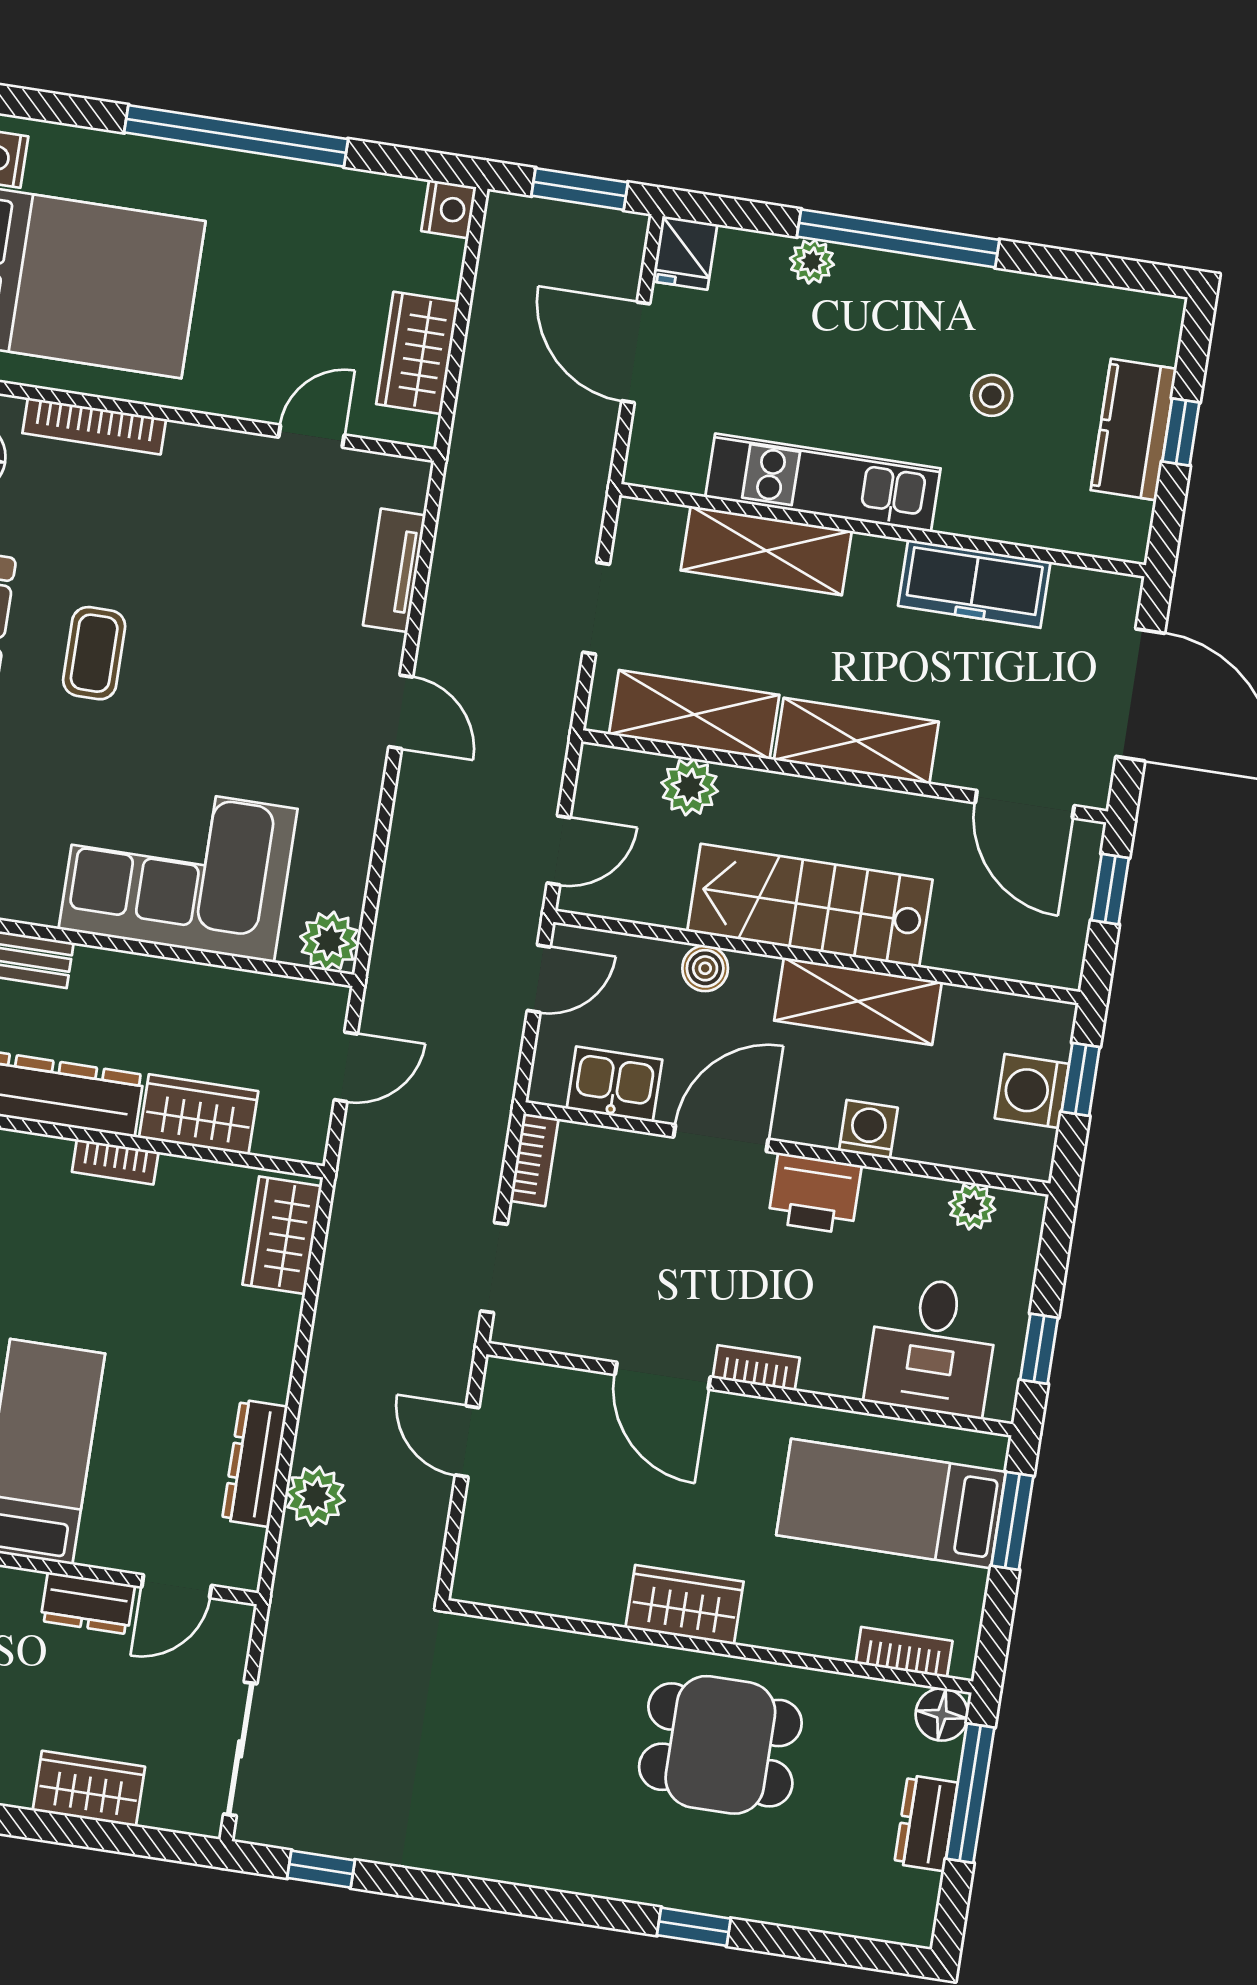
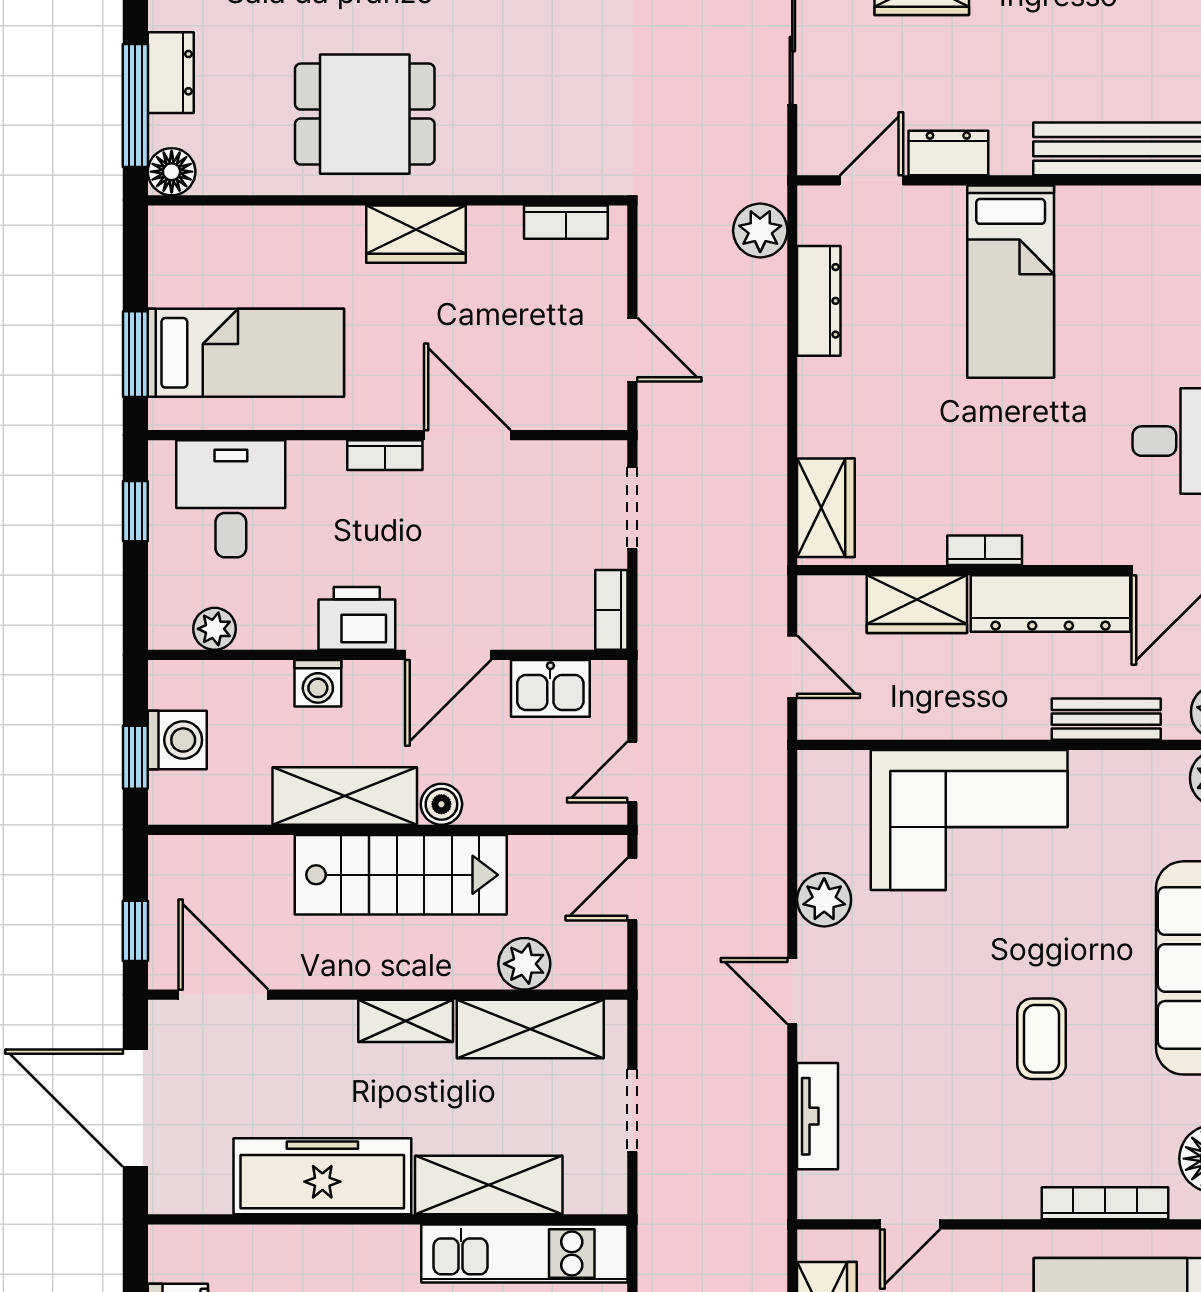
kitchen unit: (823, 483) -> (524, 1253), moved
freezer: (974, 584) -> (322, 1176), width x1.36, depth x1.26
coffee table: (94, 653) -> (1042, 1039), moved
shelving: (856, 741) -> (406, 1021), width x0.67, depth x0.75
plant: (330, 941) -> (824, 900), moved
boiler: (705, 968) -> (441, 804), moved
door: (346, 1067) -> (792, 667), swing flipped
plant: (315, 1496) -> (760, 231), moved
bookcase: (904, 1652) -> (566, 222), moved

